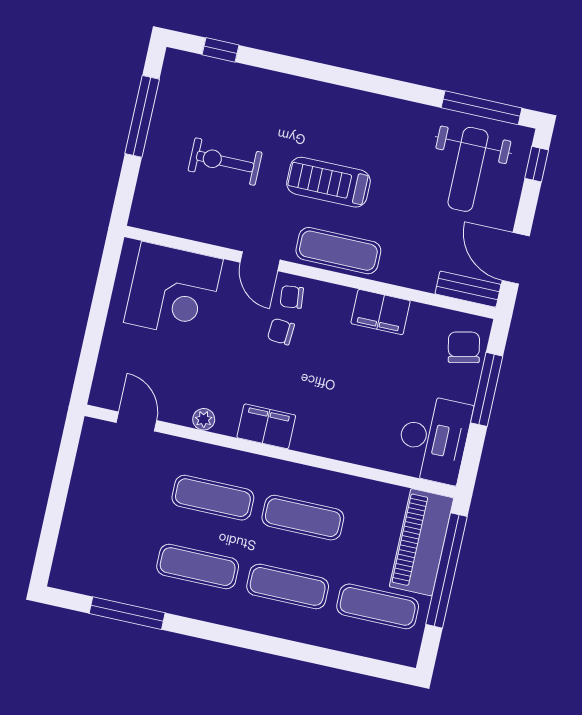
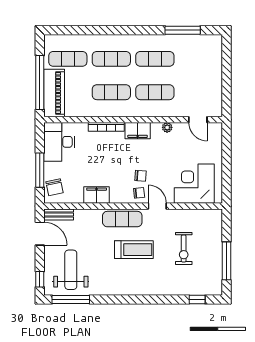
exercise bike: (225, 162) -> (184, 249), turned 90
bookcase: (329, 448) -> (106, 127), added

